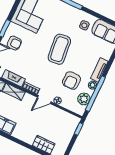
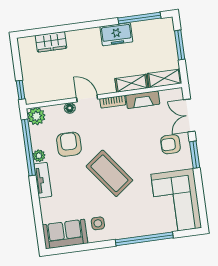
coffee table: (59, 49) -> (109, 173), turned -31
plant: (84, 99) -> (36, 116), moved
door: (44, 100) -> (87, 98), hinge flipped

